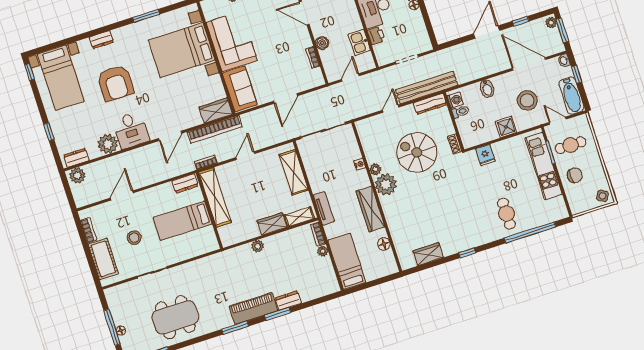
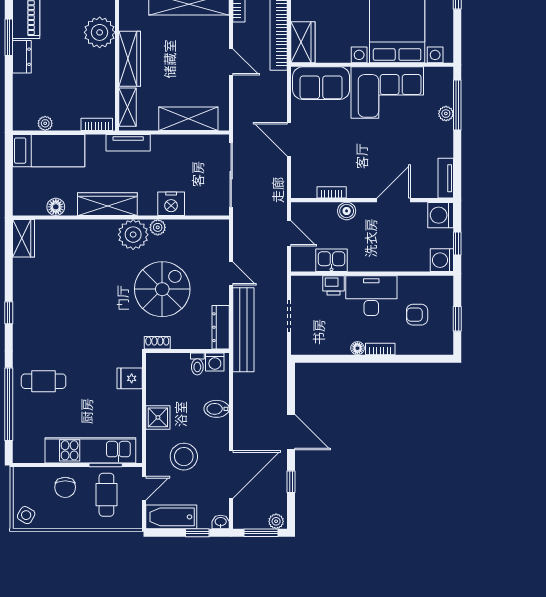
nightstand: (360, 164) -> (171, 204), width x1.89, depth x1.79
wardrobe: (272, 224) -> (130, 59), width x1.50
plant: (258, 246) -> (100, 32), width x1.87, depth x1.87
plant: (323, 251) -> (45, 123), moved
wardrobe: (428, 254) -> (23, 238), moved

